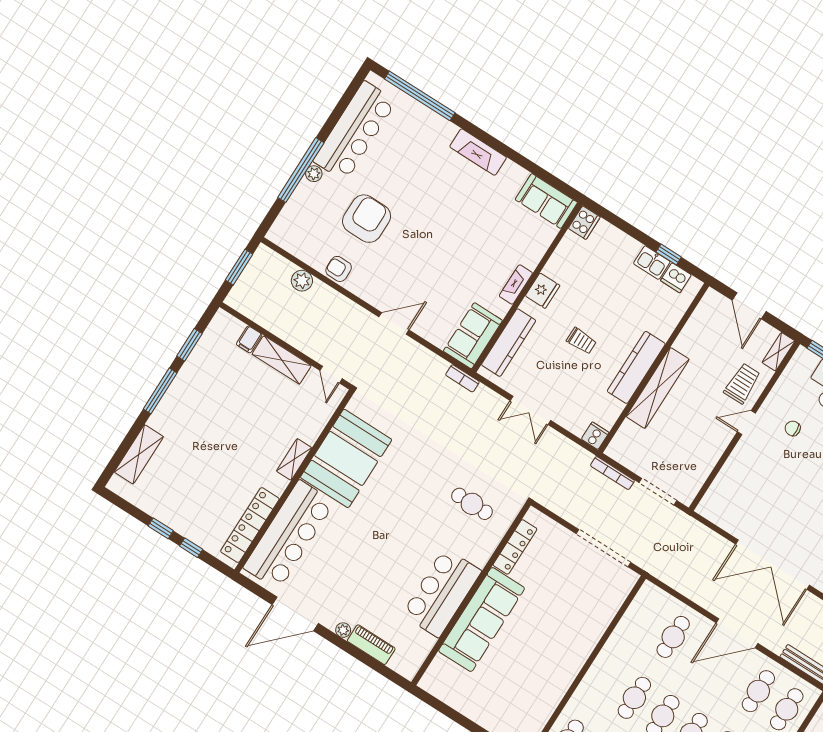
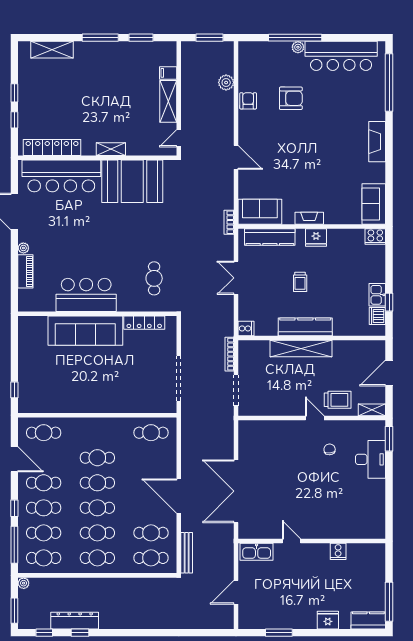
armchair: (367, 219) -> (291, 98), width x0.73, depth x0.73
cafe table: (673, 637) -> (151, 433), moved

